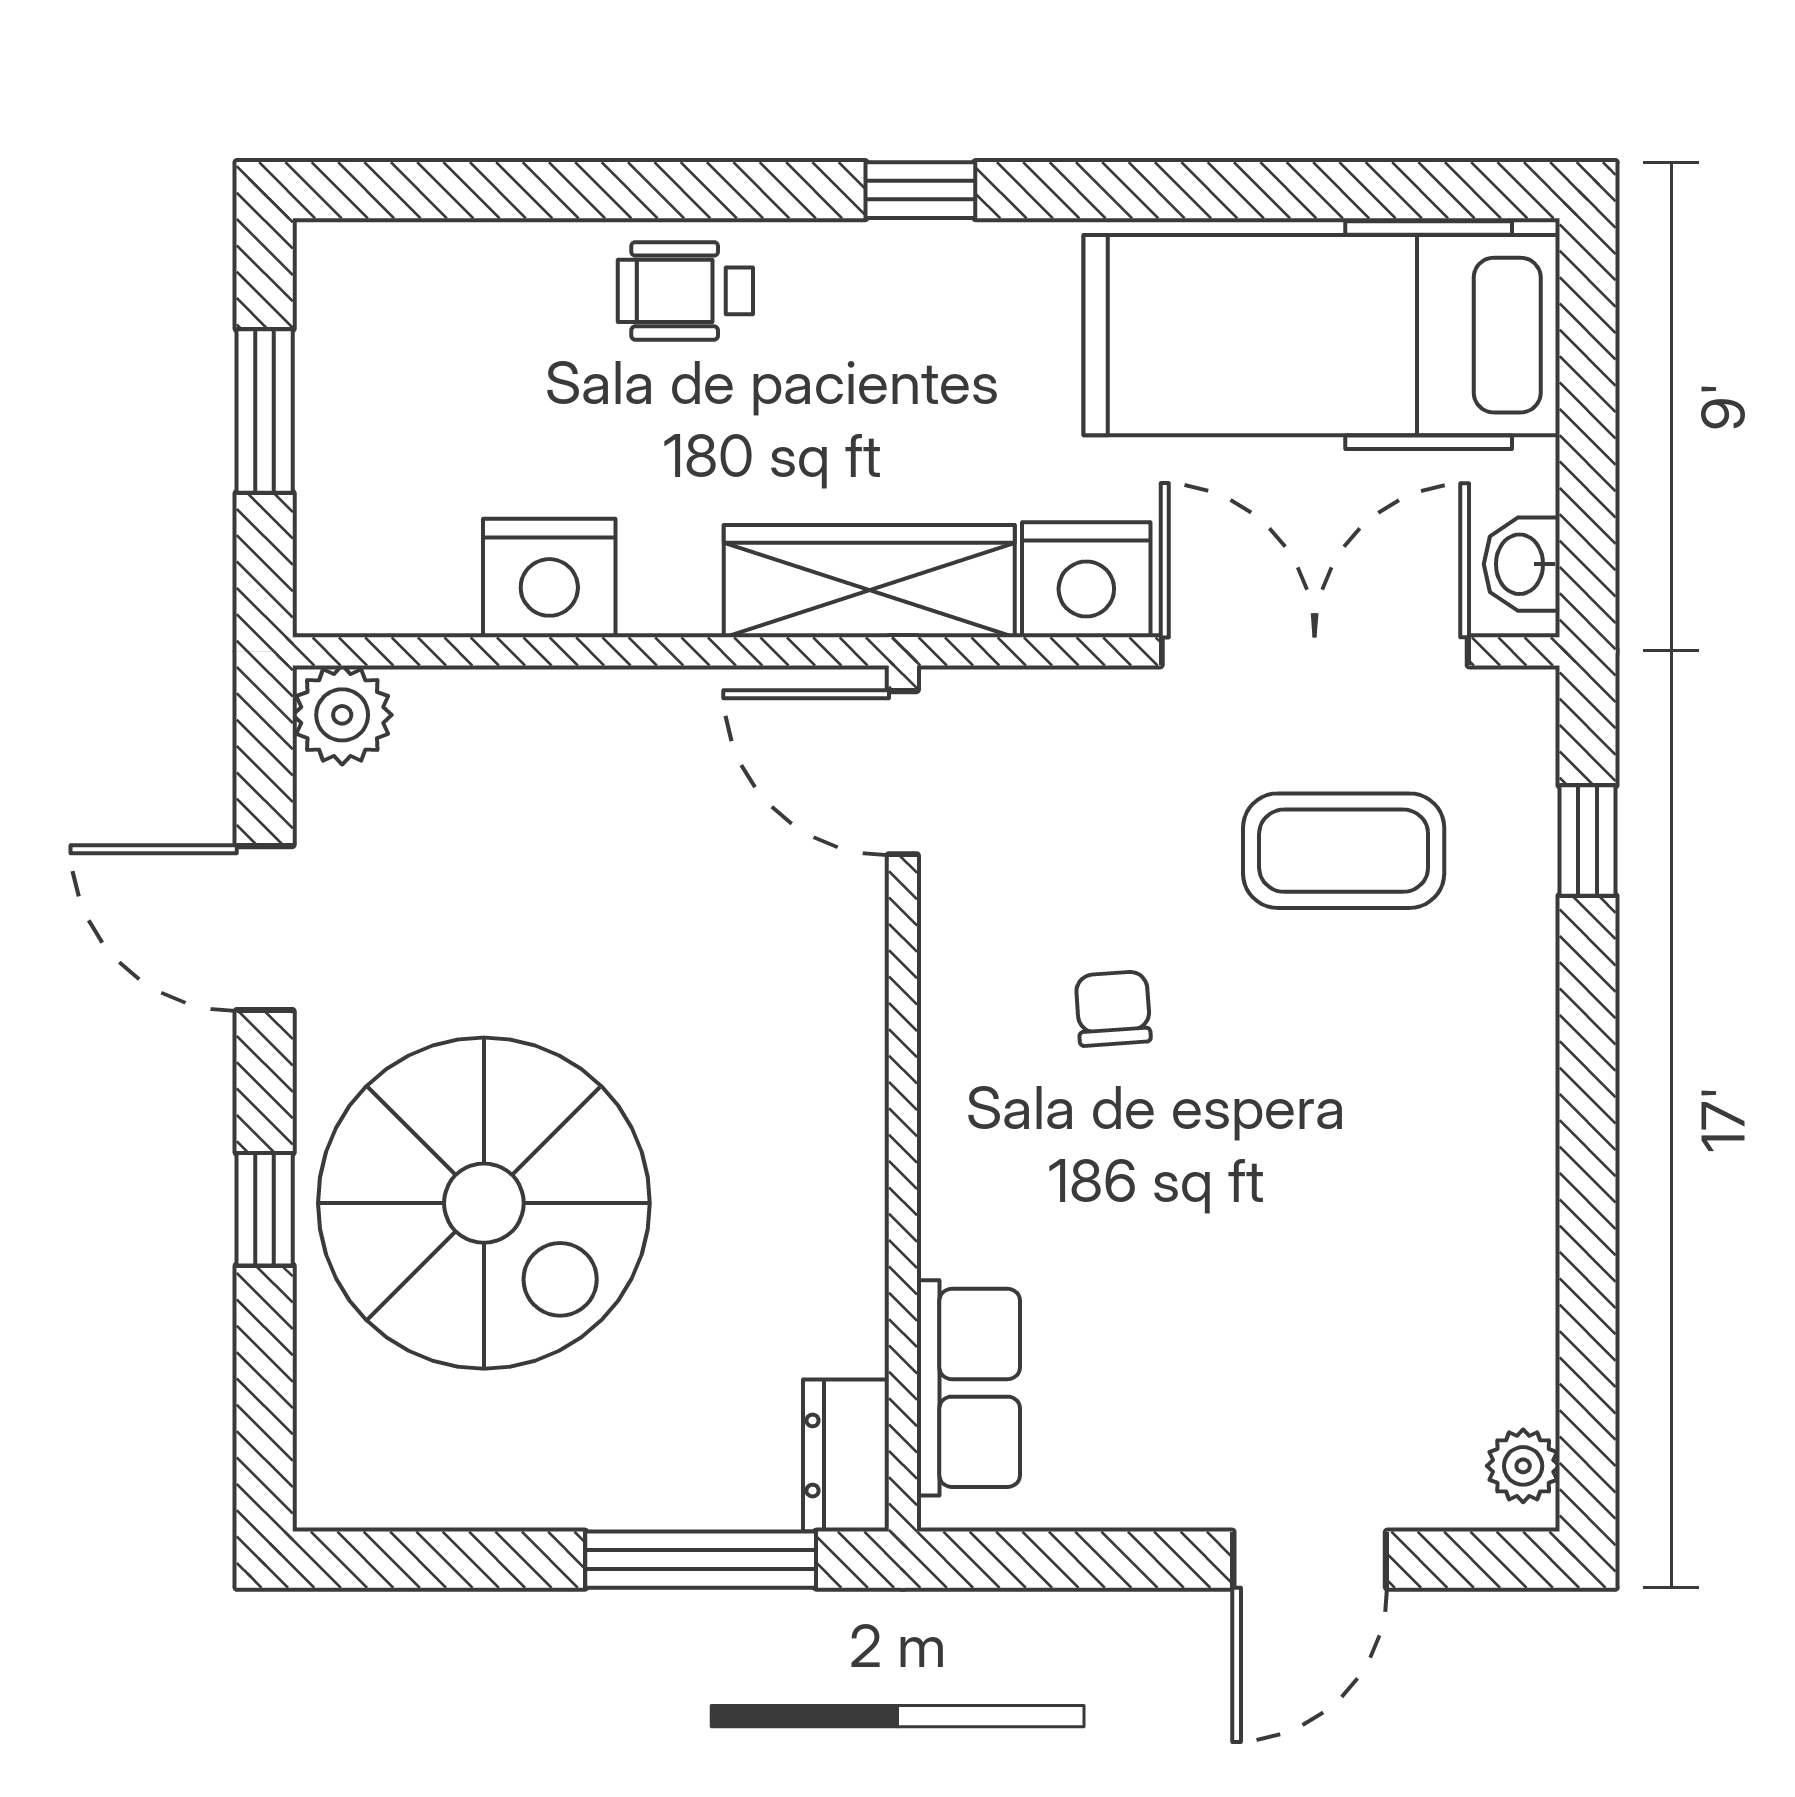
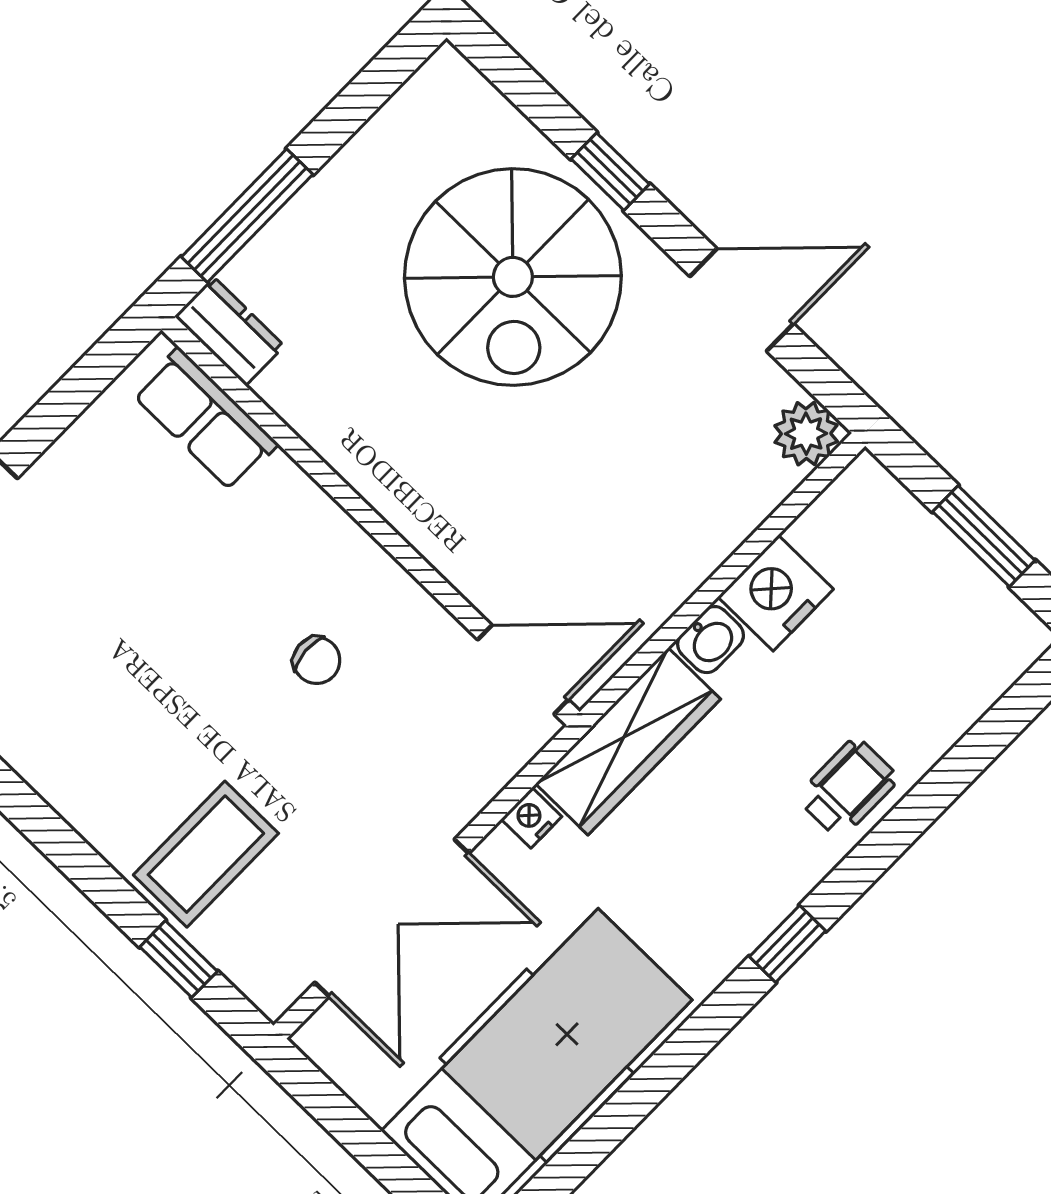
washbasin: (1522, 564) -> (711, 640), moved, turned 90
nightstand: (1086, 580) -> (531, 818), width x0.53, depth x0.56
coffee table: (1344, 851) -> (206, 854), moved
spiral stairs: (484, 1203) -> (513, 277), turned -90

